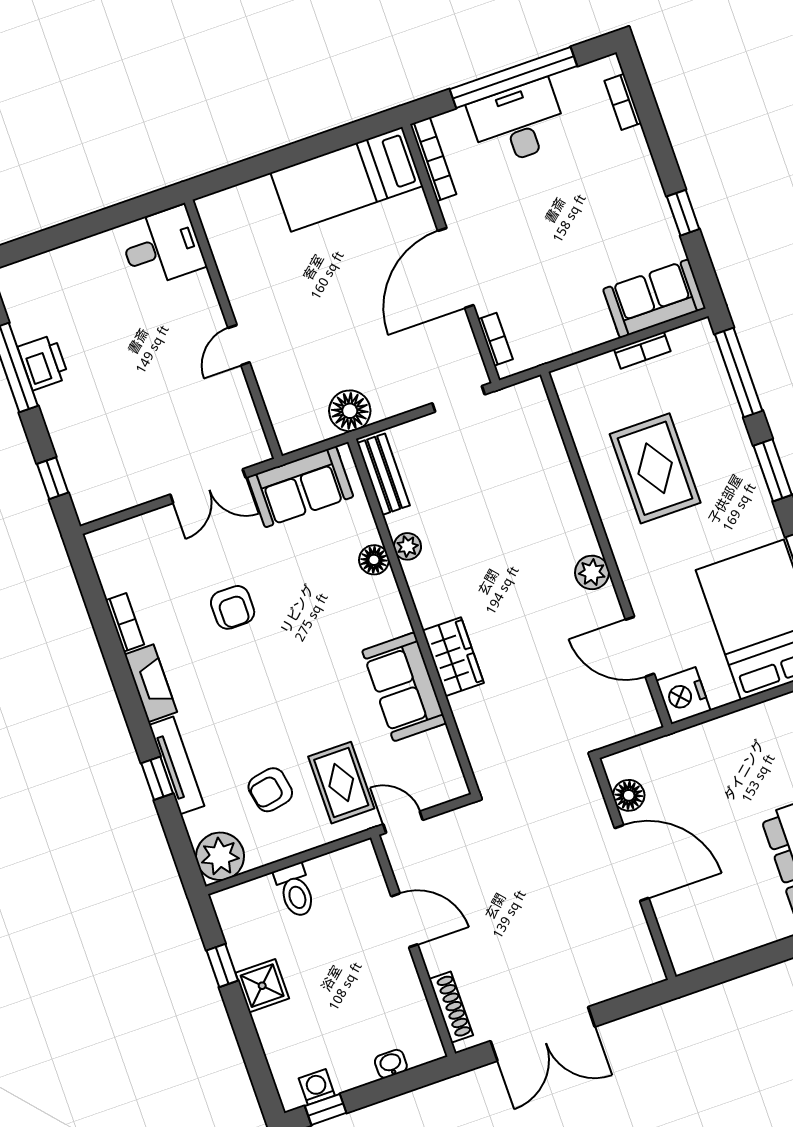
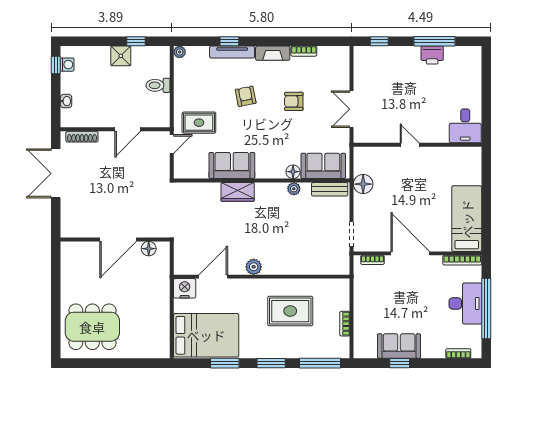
sofa: (654, 299) -> (399, 346), moved, turned -90
sofa: (300, 487) -> (323, 166), moved, turned 90
armchair: (270, 790) -> (246, 96), moved
plant: (220, 856) -> (180, 52), width x0.53, depth x0.53

